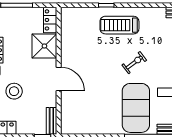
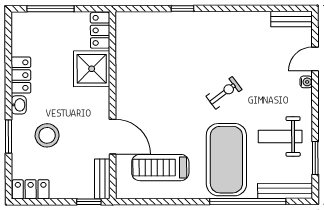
treadmill: (119, 25) -> (160, 168), moved
door: (59, 79) -> (113, 137), moved

